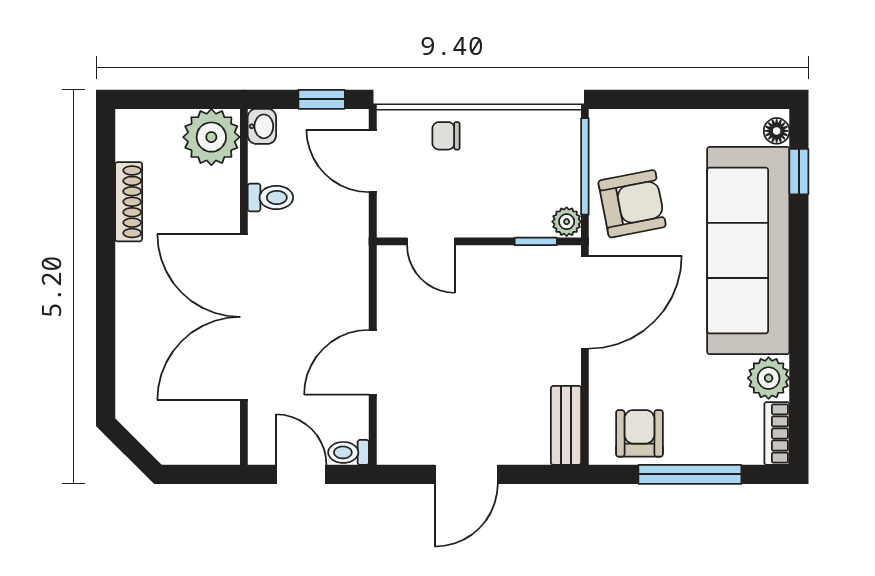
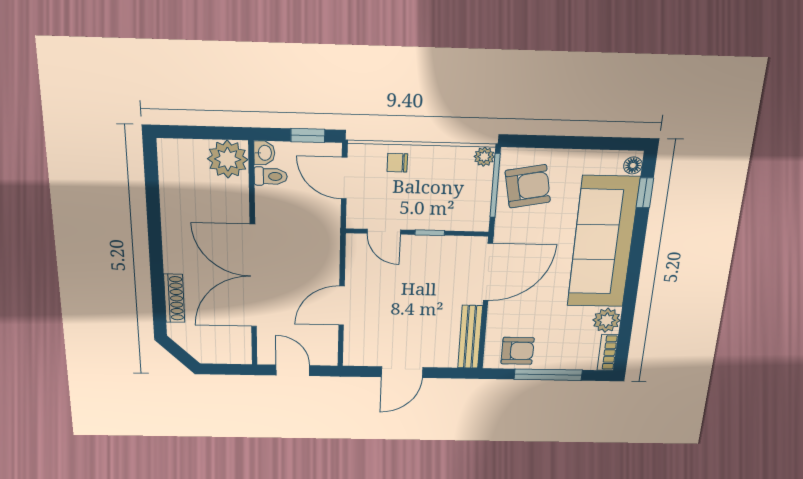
toilet: (270, 197) -> (271, 176), moved
shoe rack: (129, 202) -> (174, 298), moved
armchair: (632, 204) -> (528, 186), moved
plant: (567, 222) -> (484, 157), moved
window: (536, 241) -> (430, 233), moved
bench: (566, 425) -> (470, 337), width x1.36
armchair: (639, 433) -> (518, 351), turned 90
toilet: (349, 452) -> (324, 358), removed

